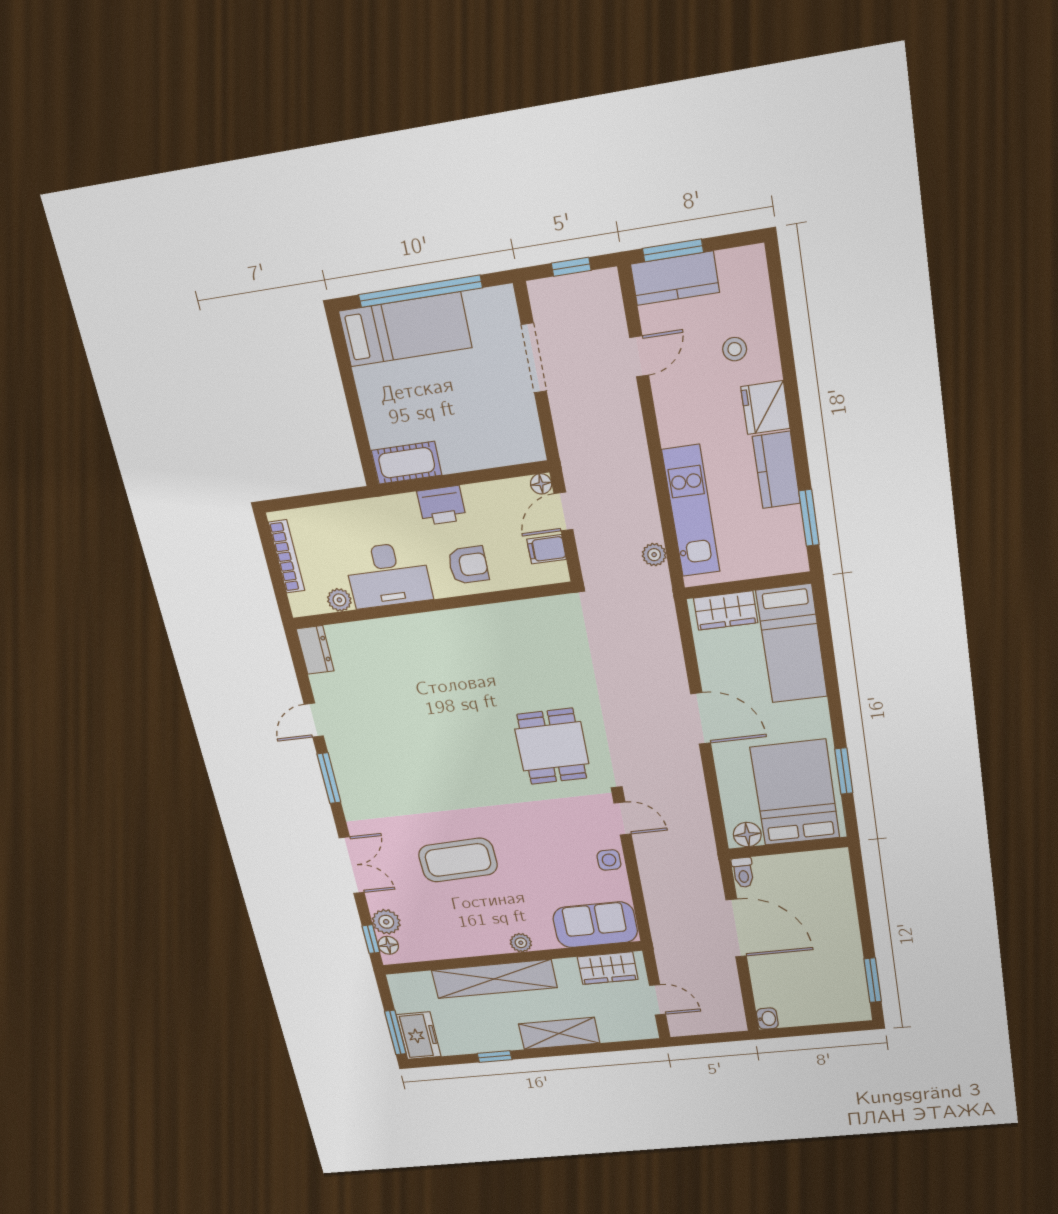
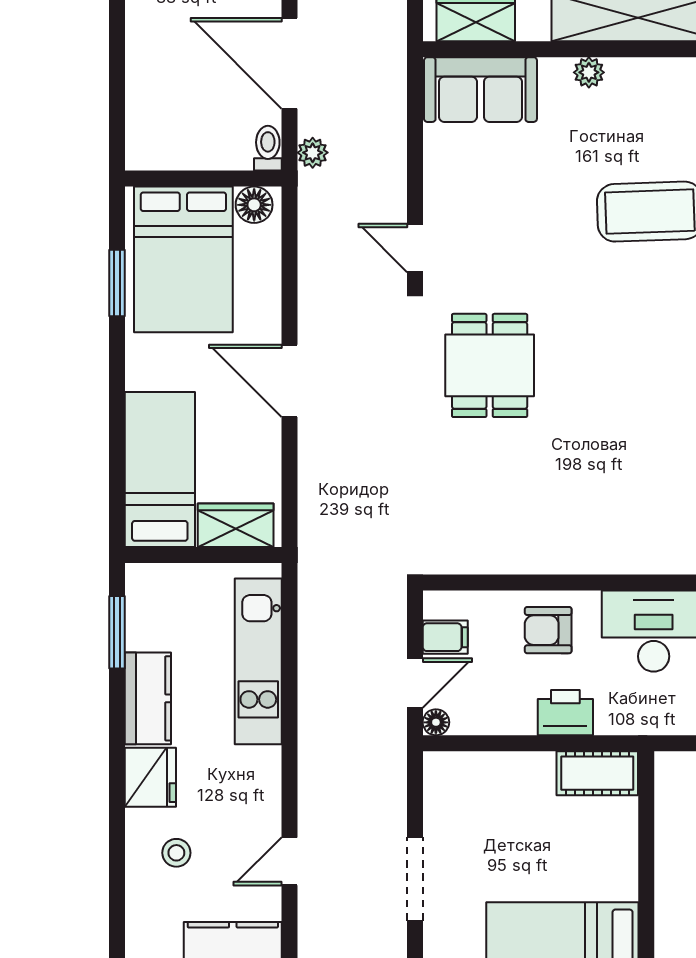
plant: (654, 555) -> (313, 153), moved
side table: (609, 860) -> (444, 188), removed

